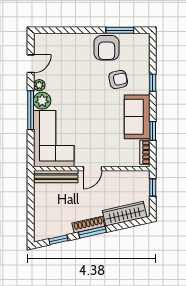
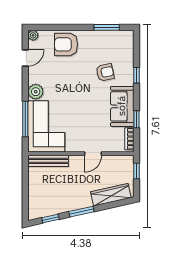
armchair: (107, 48) -> (66, 44), moved, turned 90
plant: (39, 85) -> (33, 35), moved
window: (31, 110) -> (25, 119), moved
door: (92, 169) -> (93, 154), moved
shoe rack: (88, 225) -> (78, 205), removed

